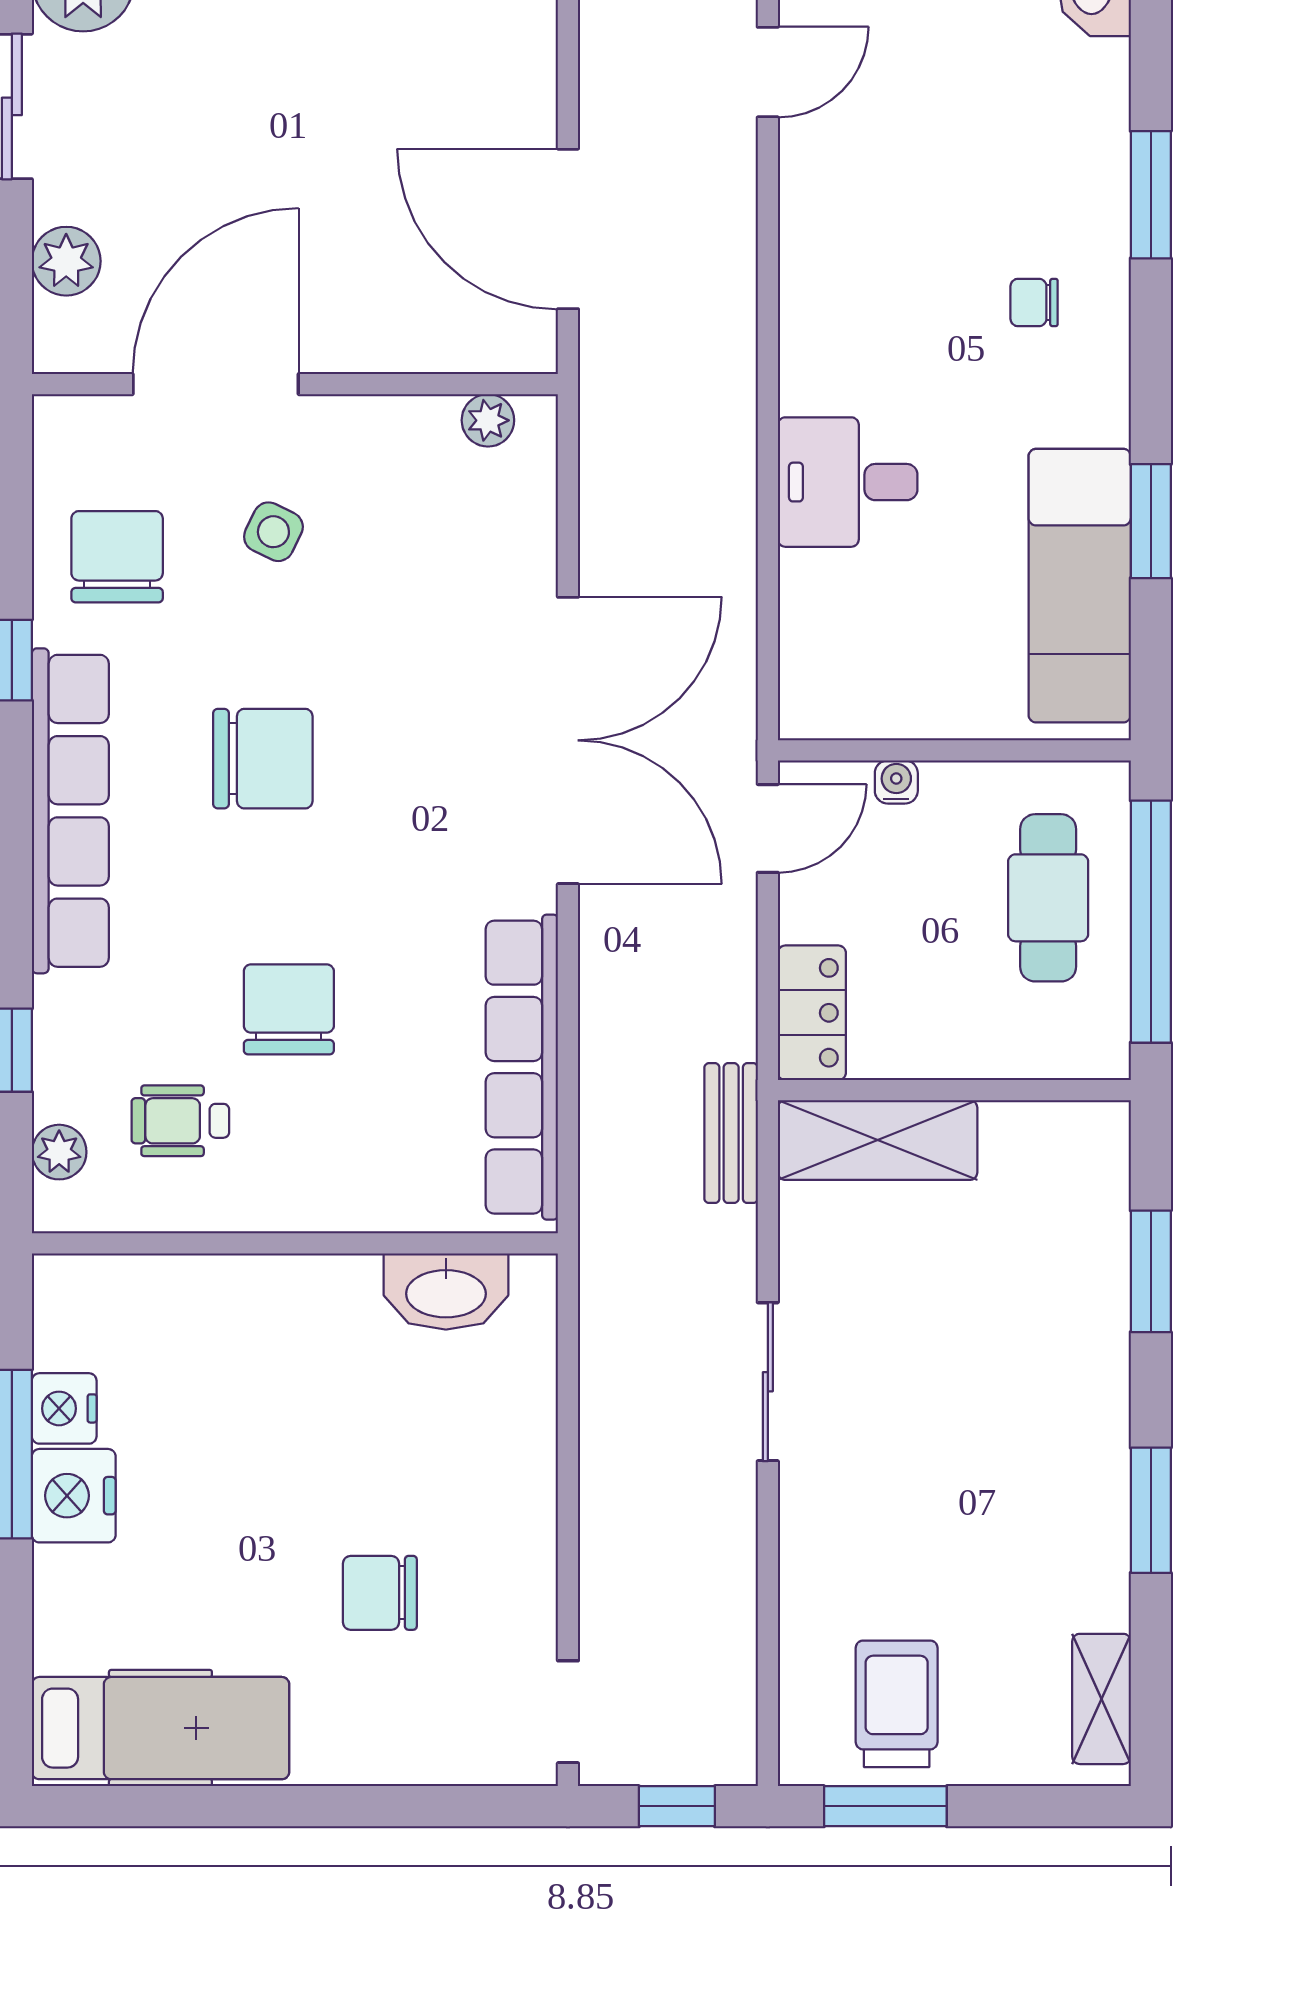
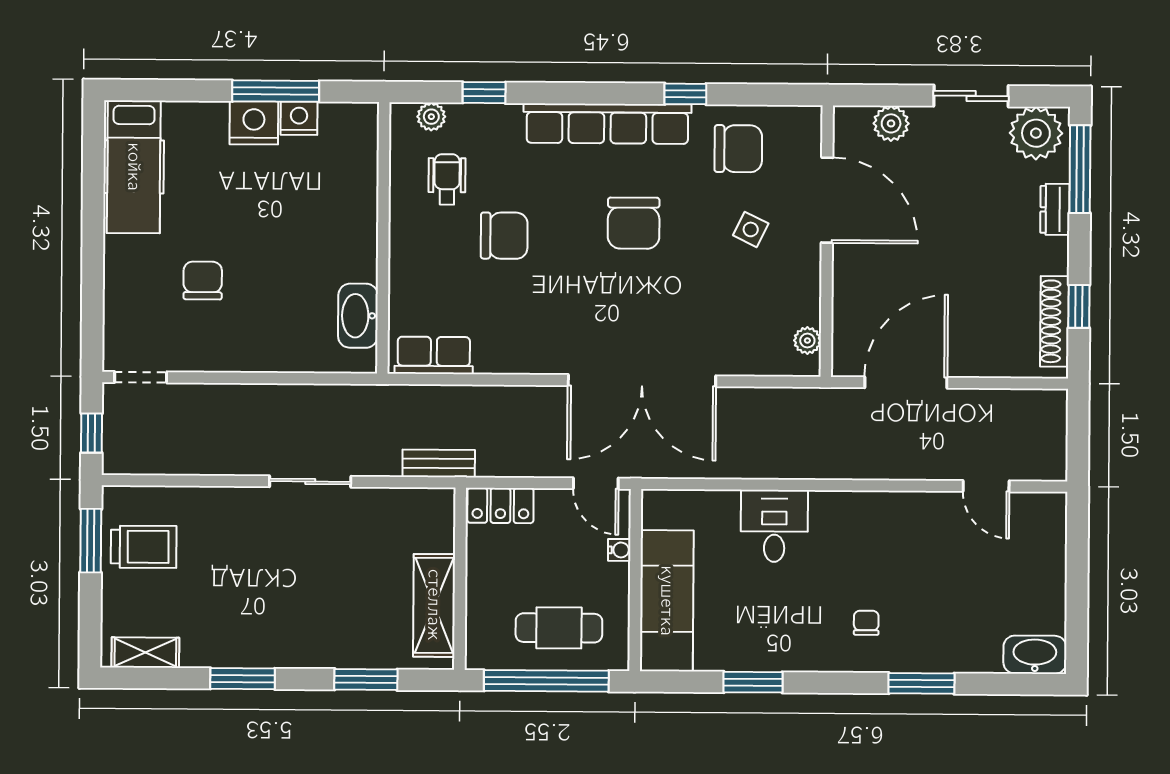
exam couch: (1080, 586) -> (667, 601), moved, turned 90
row of seats: (522, 1067) -> (434, 355), width x0.50
shelving: (878, 1140) -> (434, 605), moved

